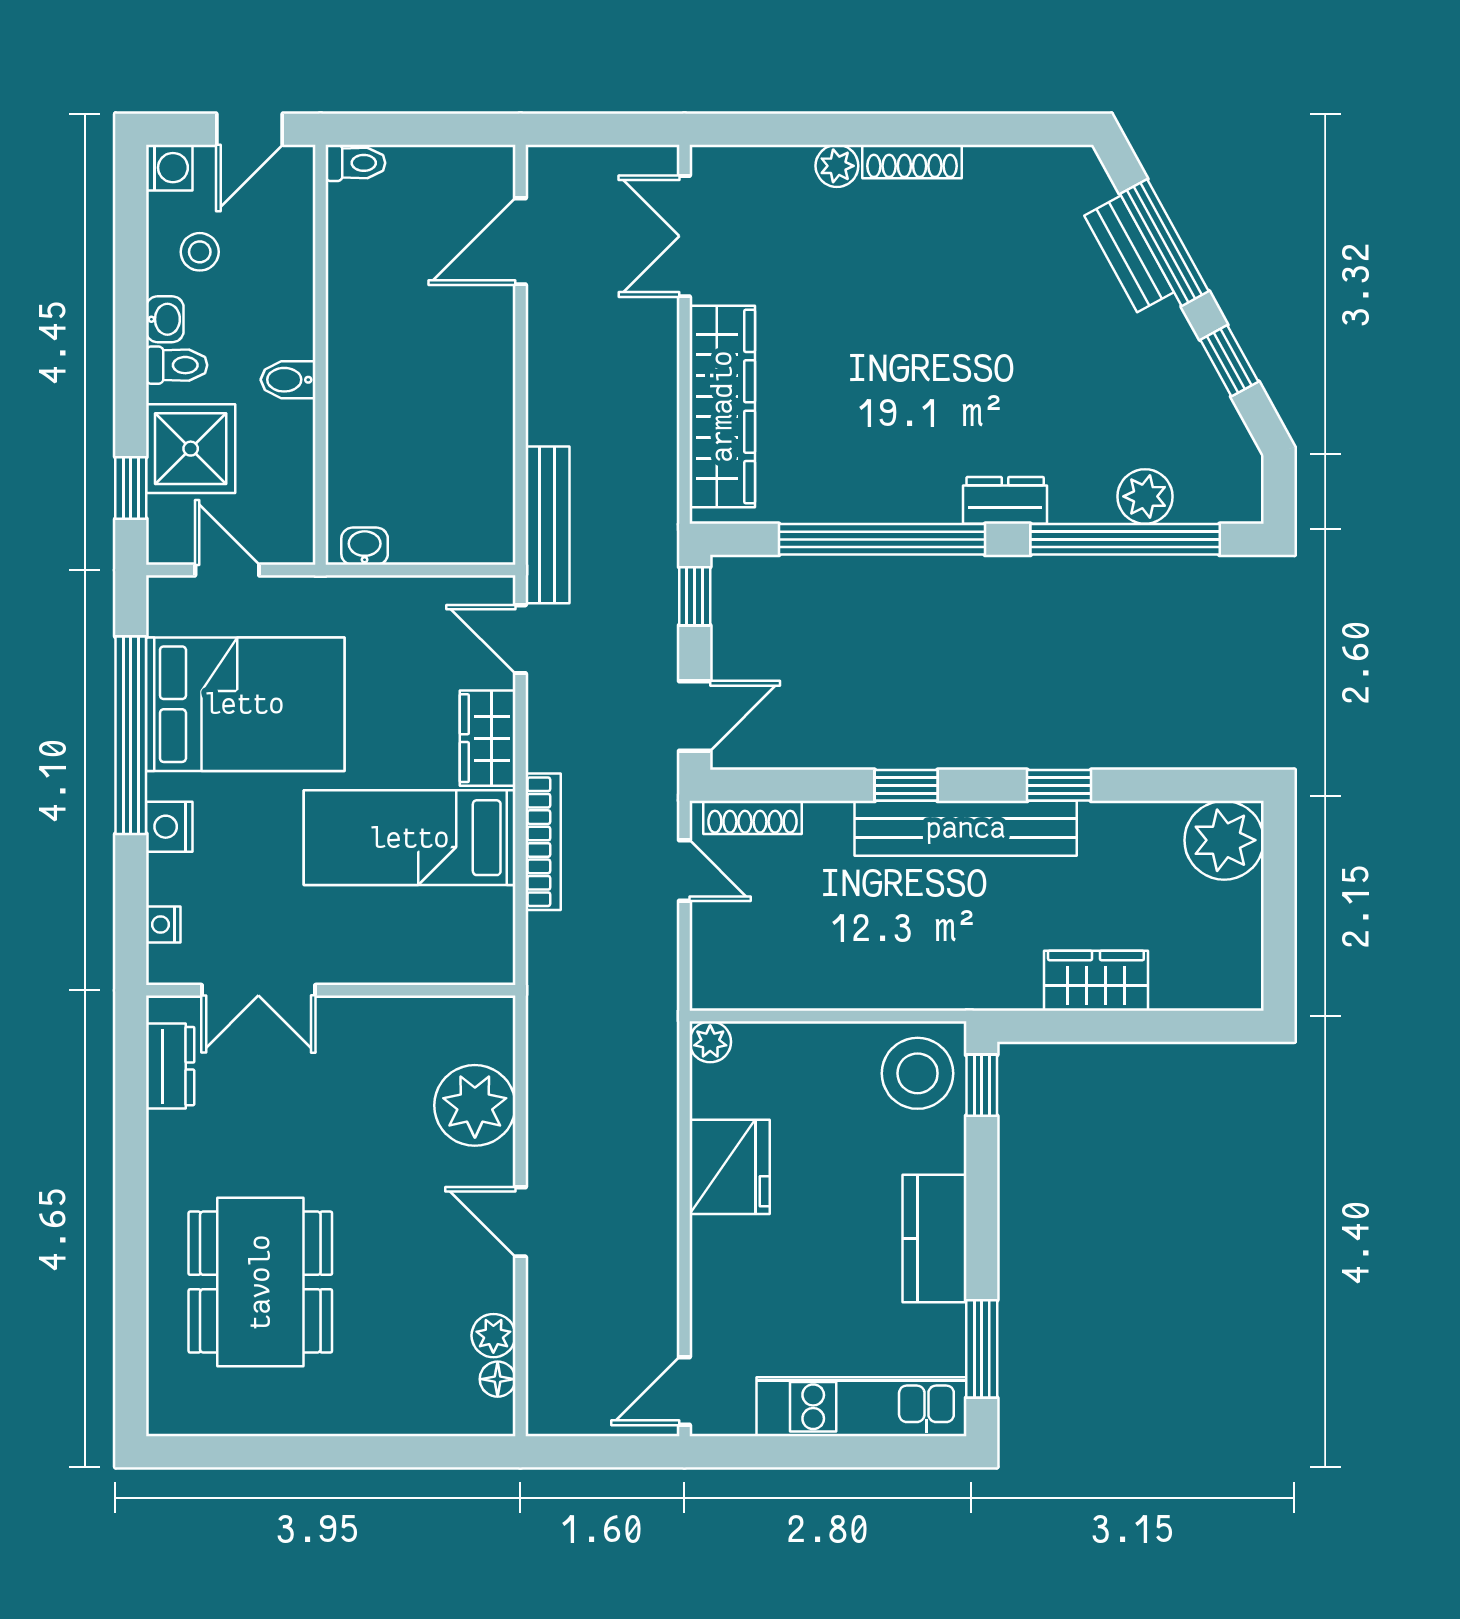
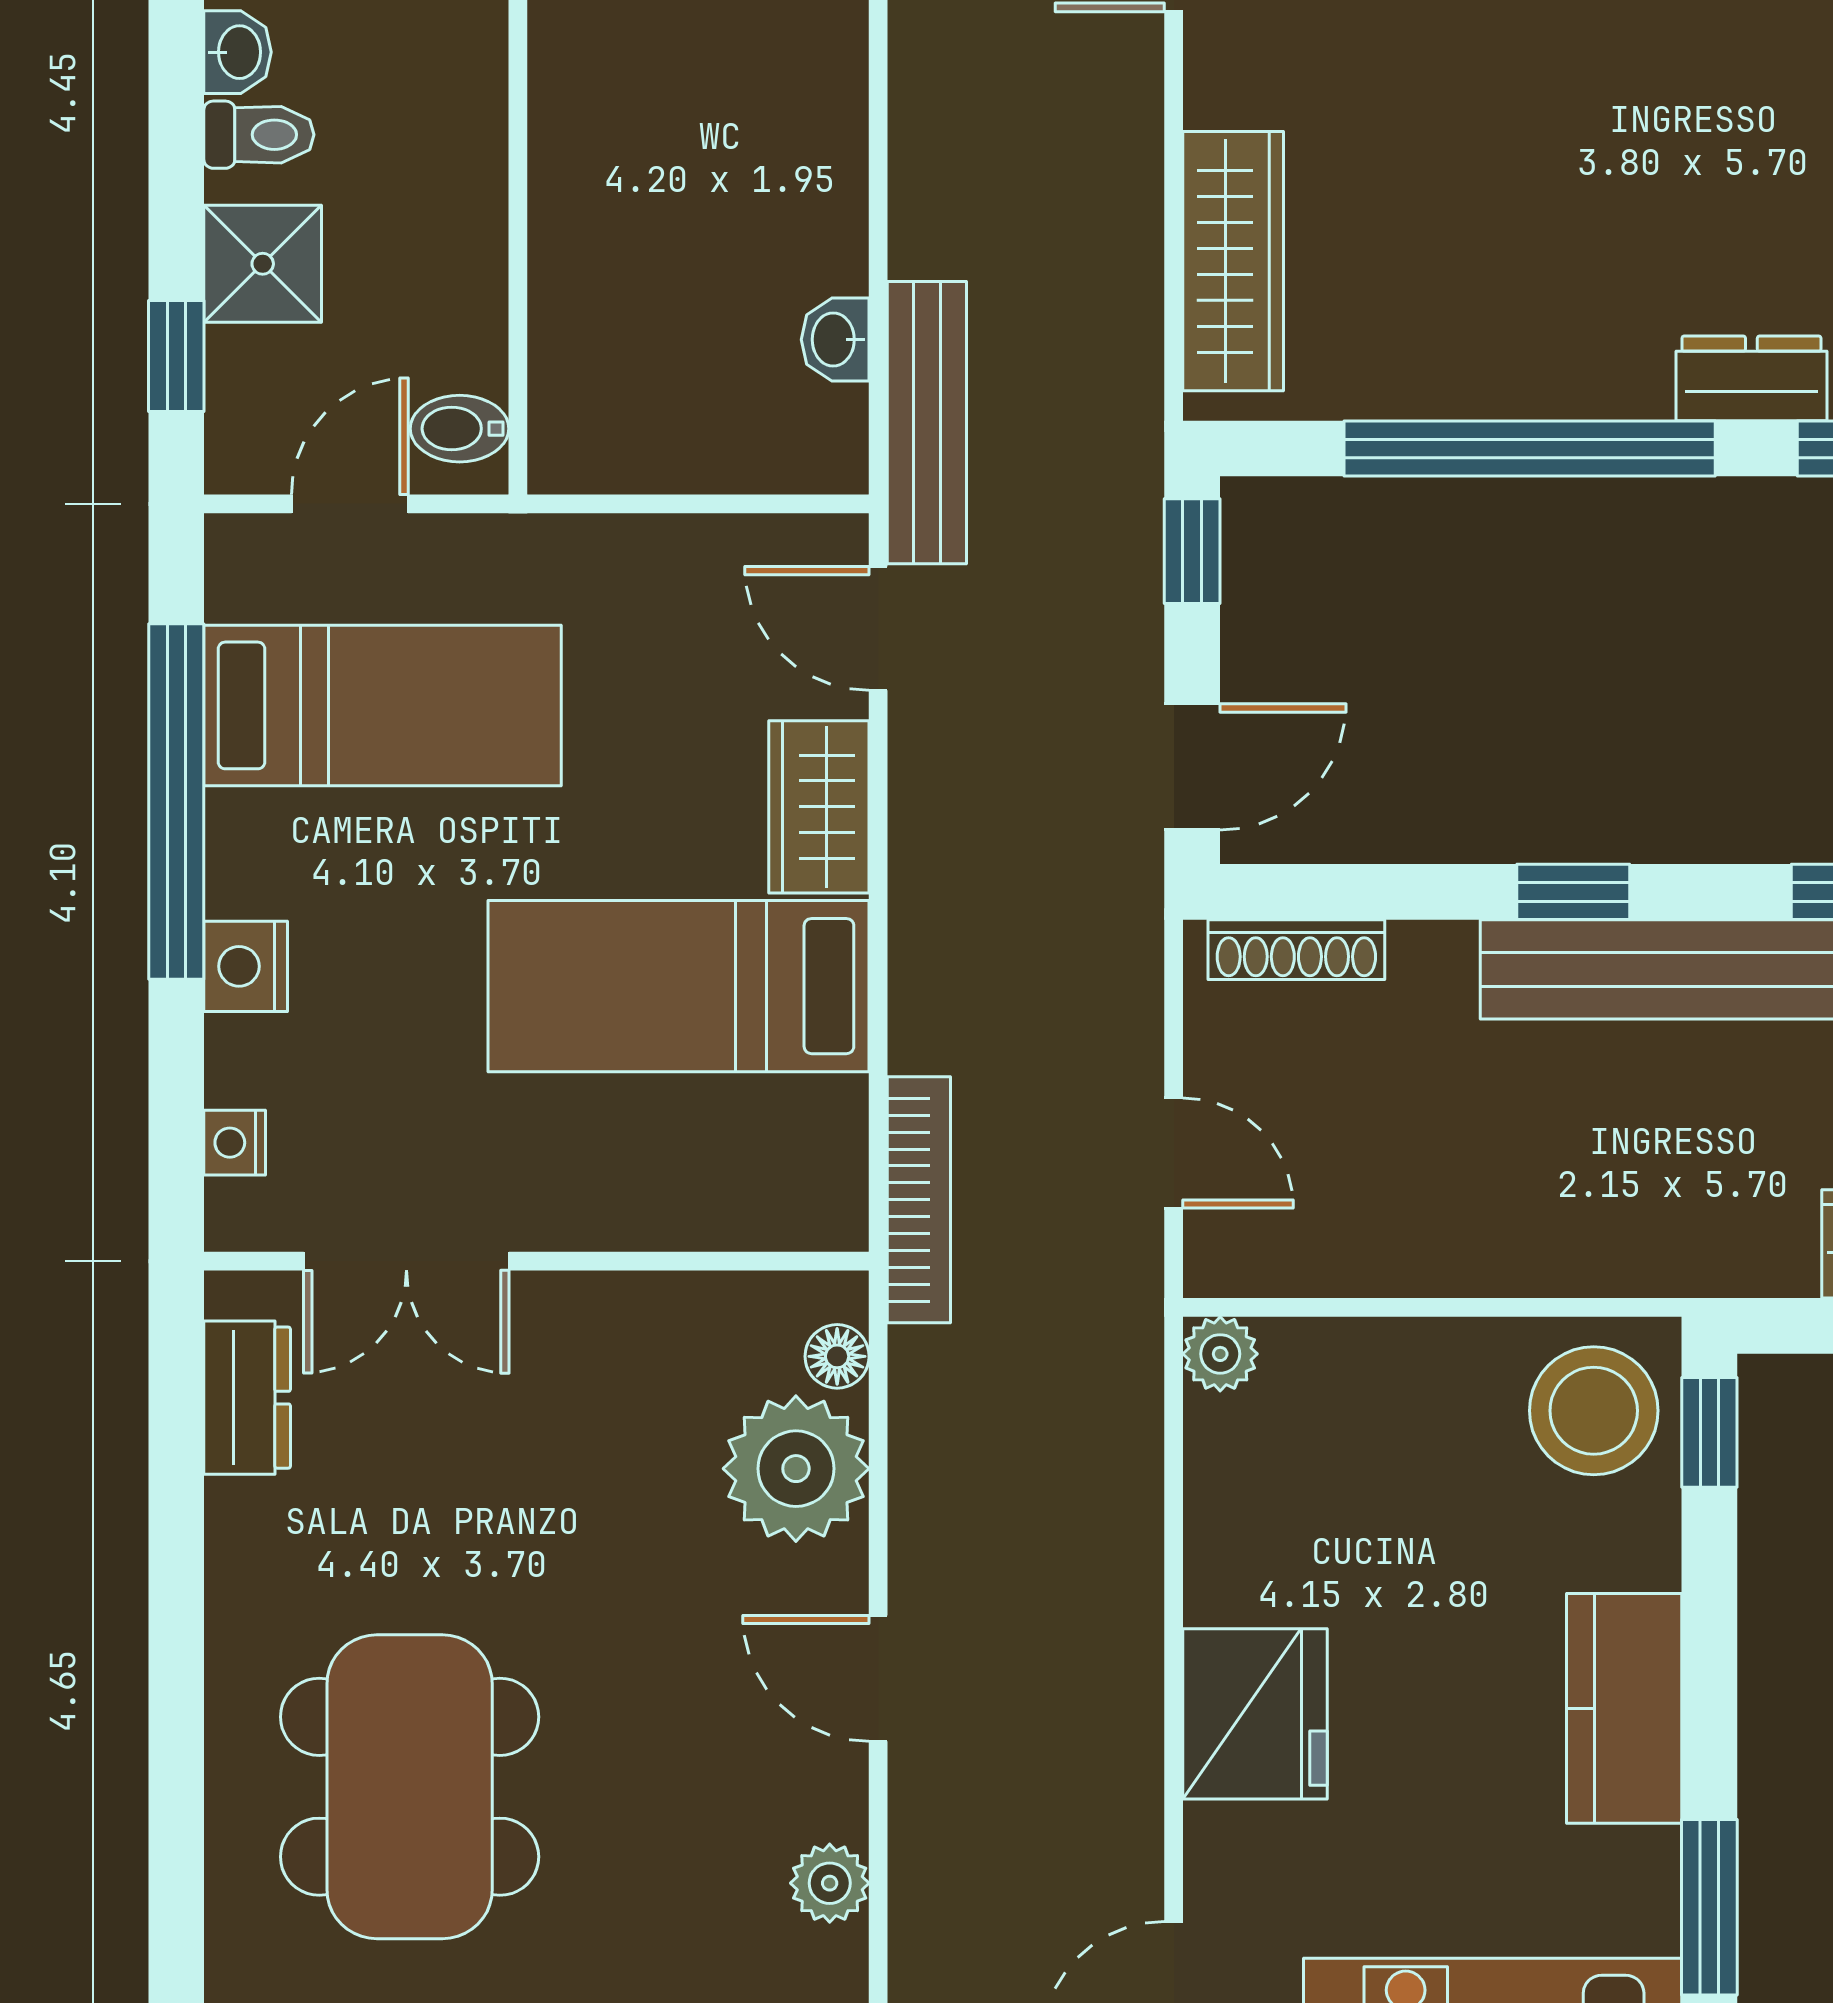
bidet: (288, 380) -> (460, 429), moved
wardrobe: (722, 406) -> (1233, 261), width x0.71, depth x0.85
shower: (191, 449) -> (263, 264), width x0.73, depth x0.73
washbasin: (365, 546) -> (835, 340), moved, turned -90
door: (227, 570) -> (350, 504), hinge flipped
bed: (245, 704) -> (383, 705), width x0.67
bookcase: (543, 842) -> (919, 1200), moved
door: (684, 870) -> (1174, 1153), moved
fridge: (730, 1167) -> (1255, 1714), moved
floor lamp: (498, 1379) -> (837, 1356), moved

